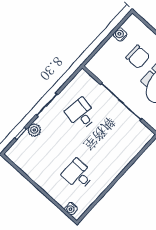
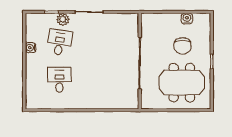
desk: (81, 114) -> (59, 42), moved
water cooler: (71, 209) -> (31, 48), moved

